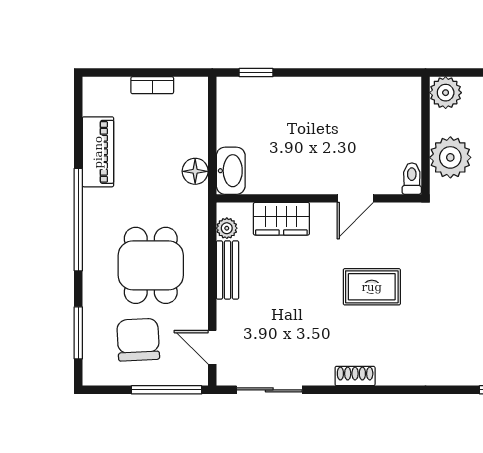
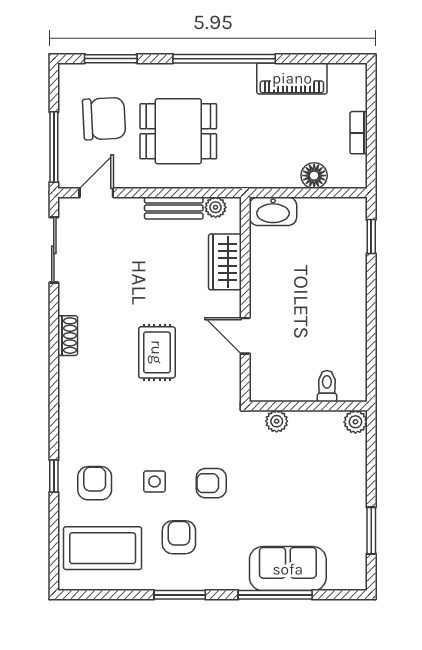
plant: (446, 93) -> (355, 422), width x0.73, depth x0.73
plant: (450, 157) -> (277, 421), width x0.53, depth x0.53
floor lamp: (195, 171) -> (314, 176), moved
toilet: (412, 179) -> (327, 386), moved, turned -90

